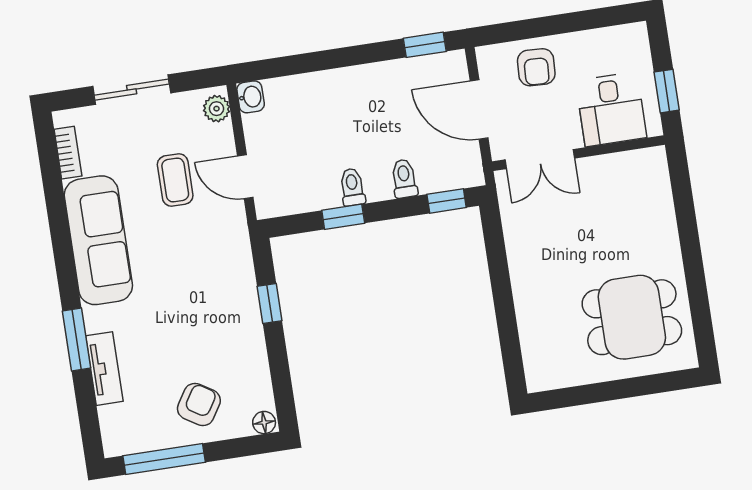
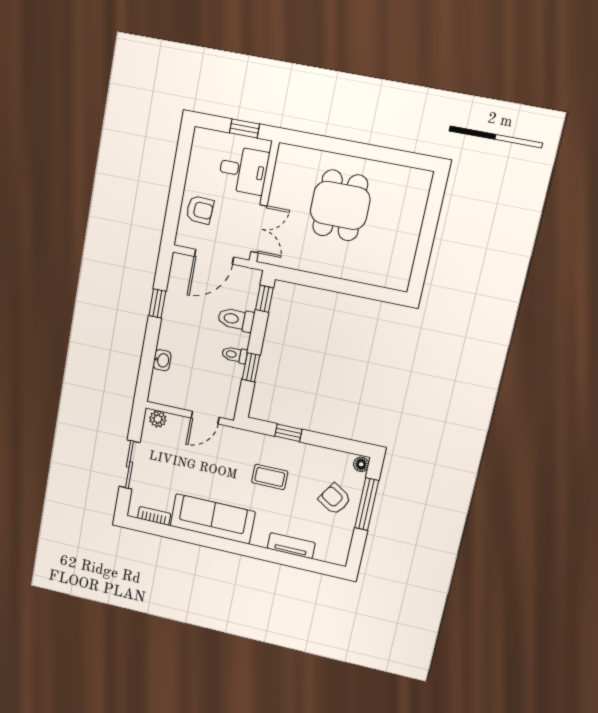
window: (425, 45) -> (157, 303), moved
washbasin: (251, 97) -> (162, 360), moved, turned 90
toilet: (404, 179) -> (236, 319), width x1.37, depth x1.39
coffee table: (175, 180) -> (270, 477), moved
dining table: (632, 317) -> (340, 205), moved
window: (77, 340) -> (268, 555), removed
window: (164, 459) -> (367, 504), moved

